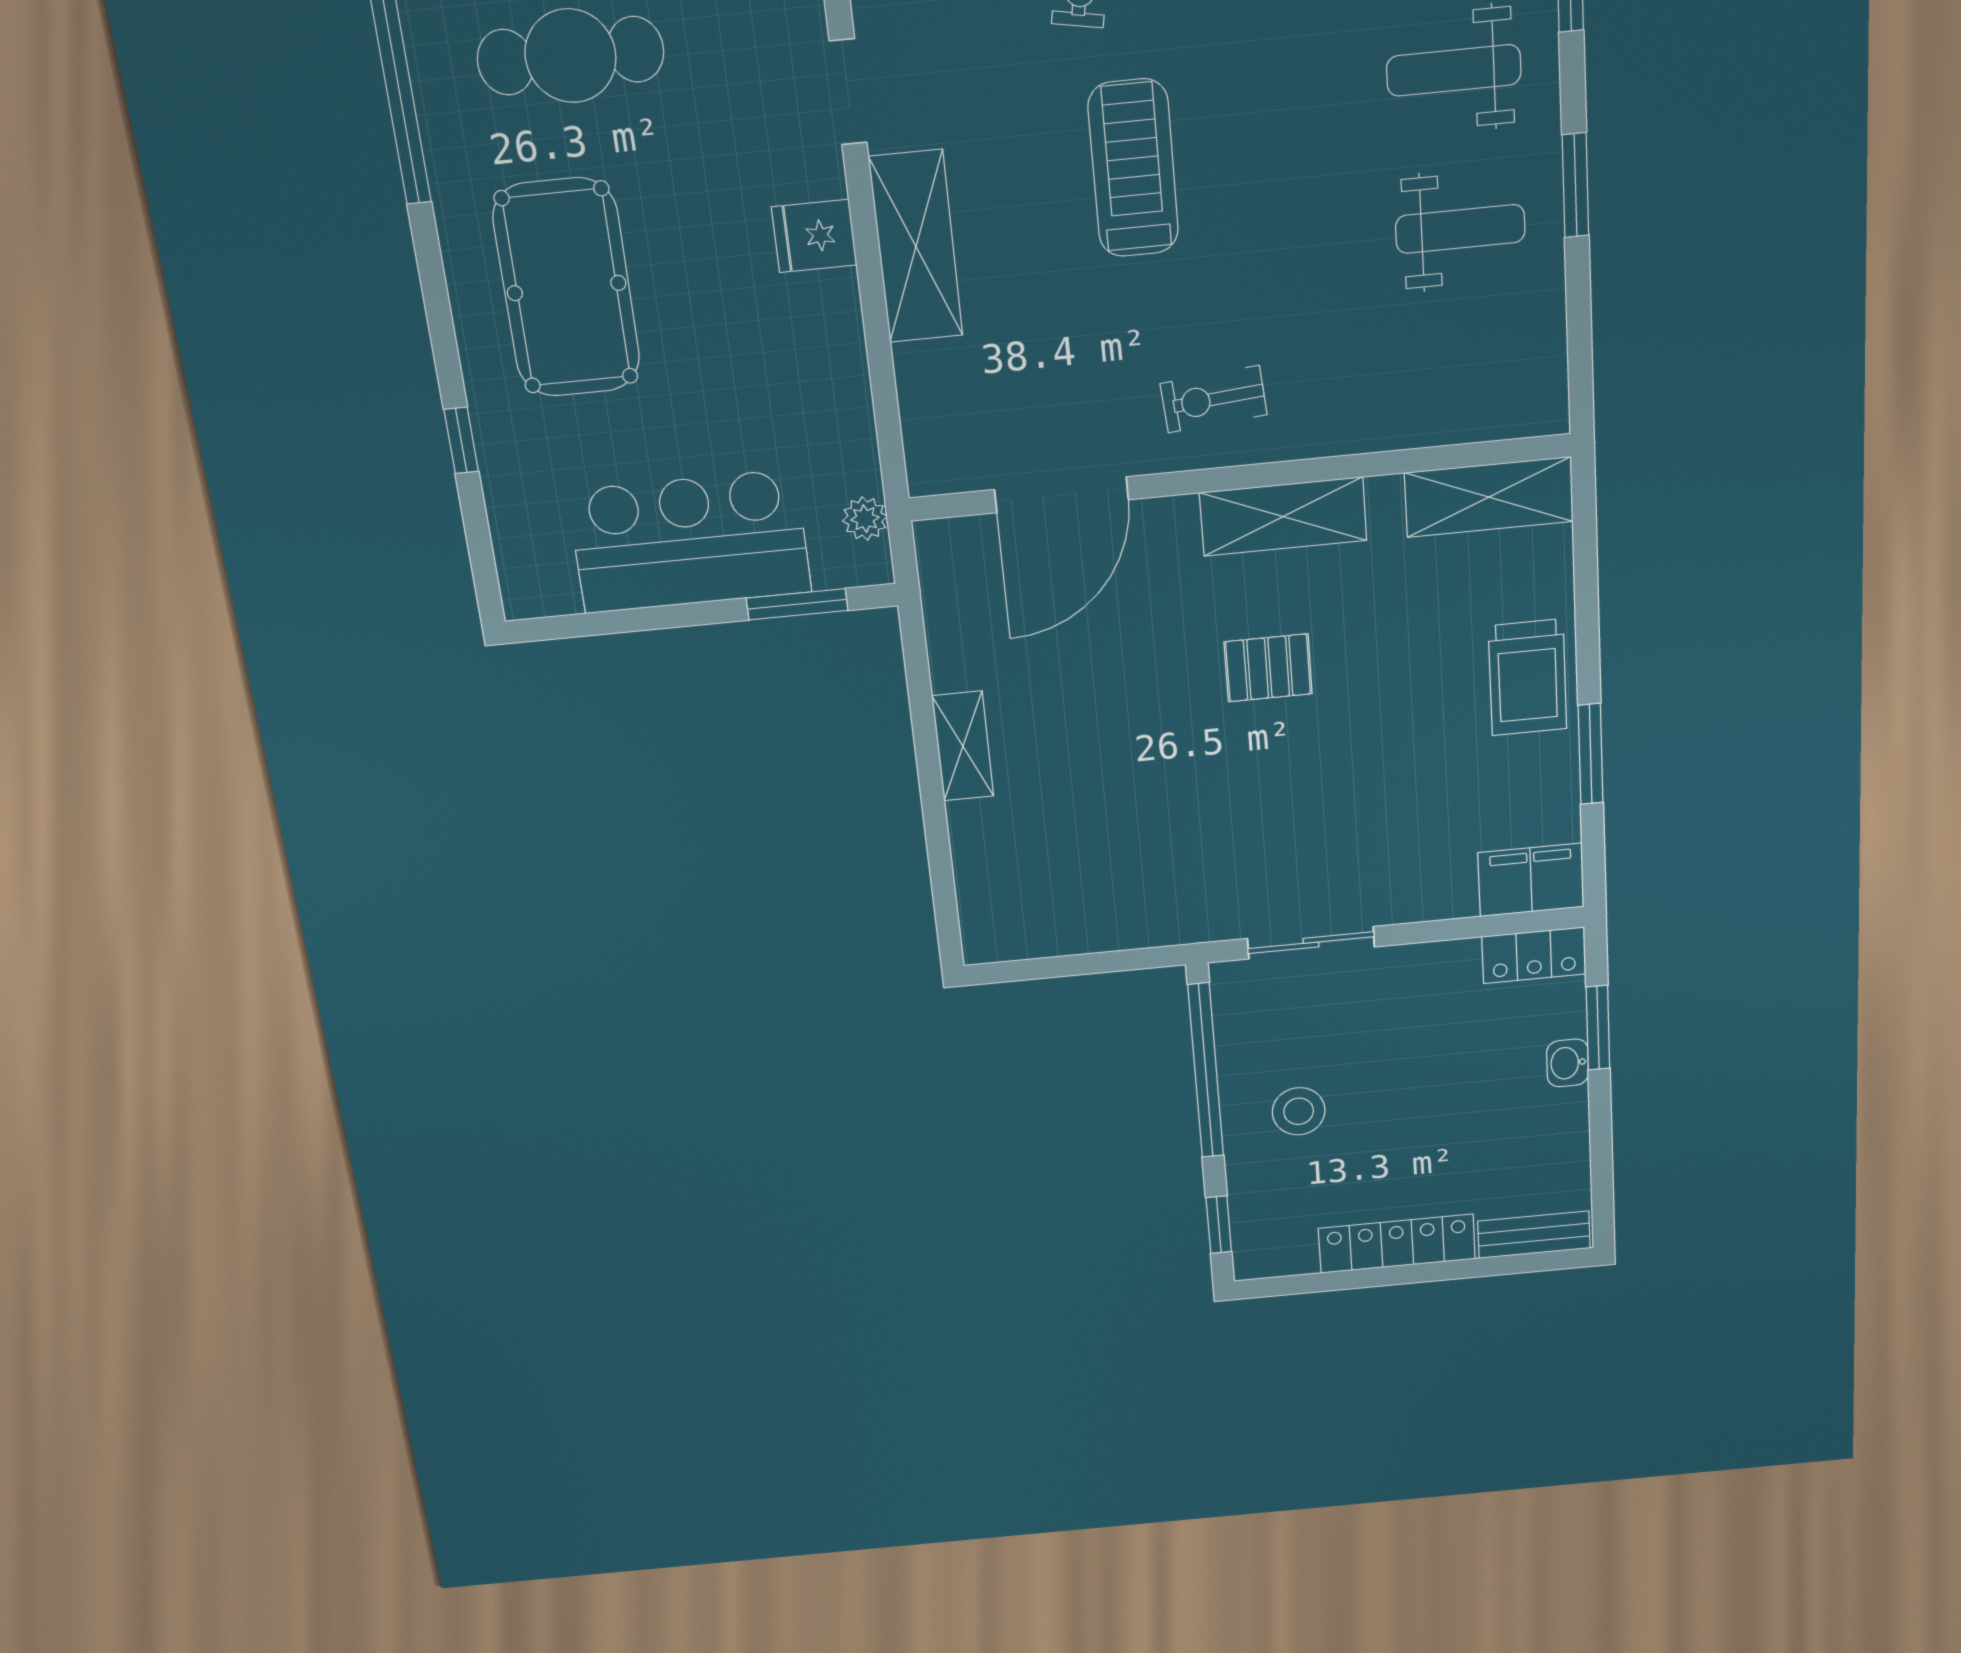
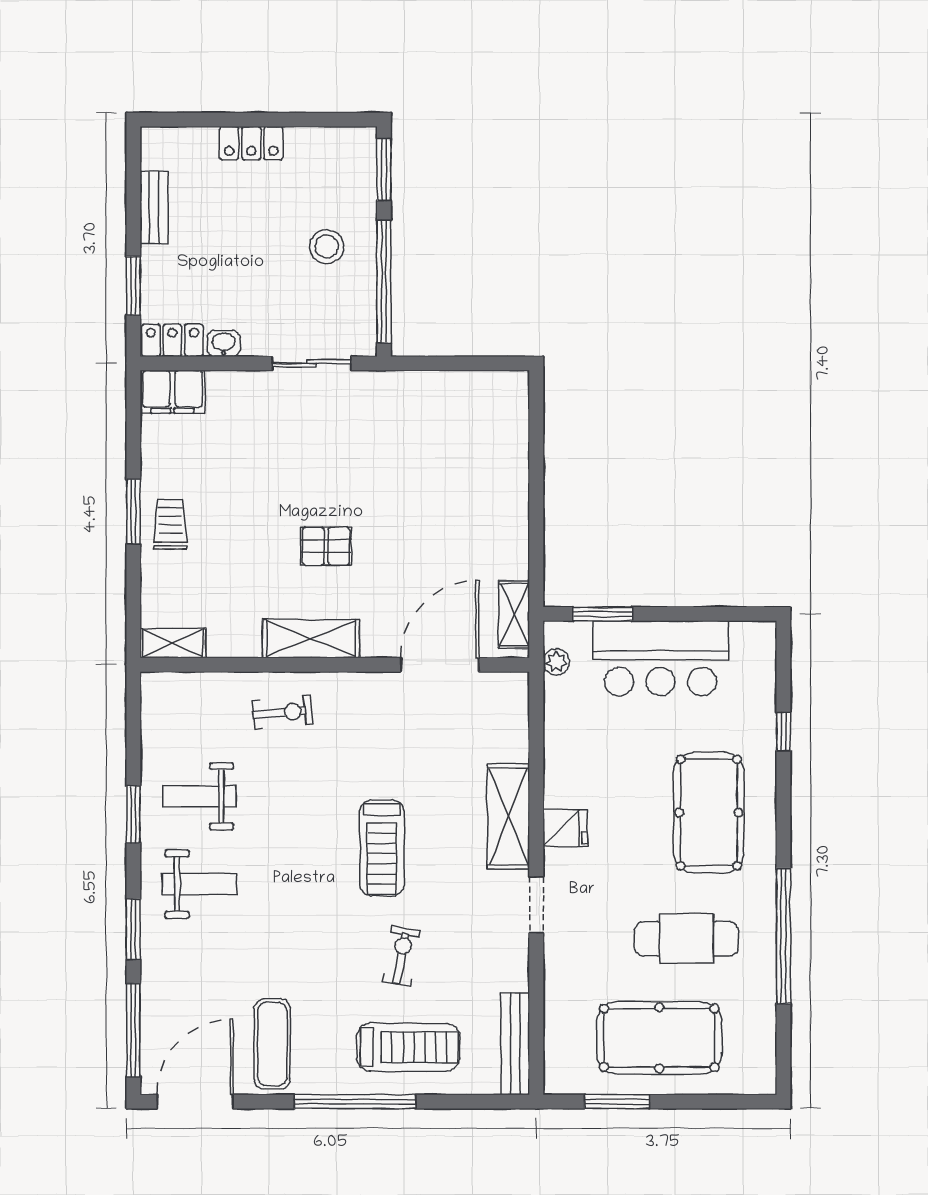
exercise bike: (1214, 399) -> (282, 712), moved
shelving: (1489, 497) -> (173, 643), width x0.67, depth x0.75
trolley: (1528, 677) -> (170, 524), width x0.73, depth x0.72
shelving: (963, 746) -> (514, 615), moved
window: (1591, 754) -> (133, 512), moved
washbasin: (1568, 1063) -> (224, 343), moved, turned -90
window: (1219, 1225) -> (384, 170), width x1.50
bench: (1534, 1235) -> (154, 207), moved, turned 90
locker: (1397, 1244) -> (251, 143), width x0.66

